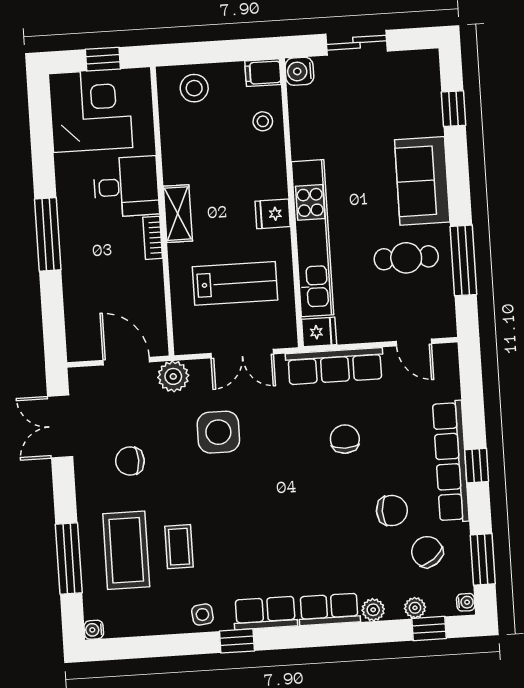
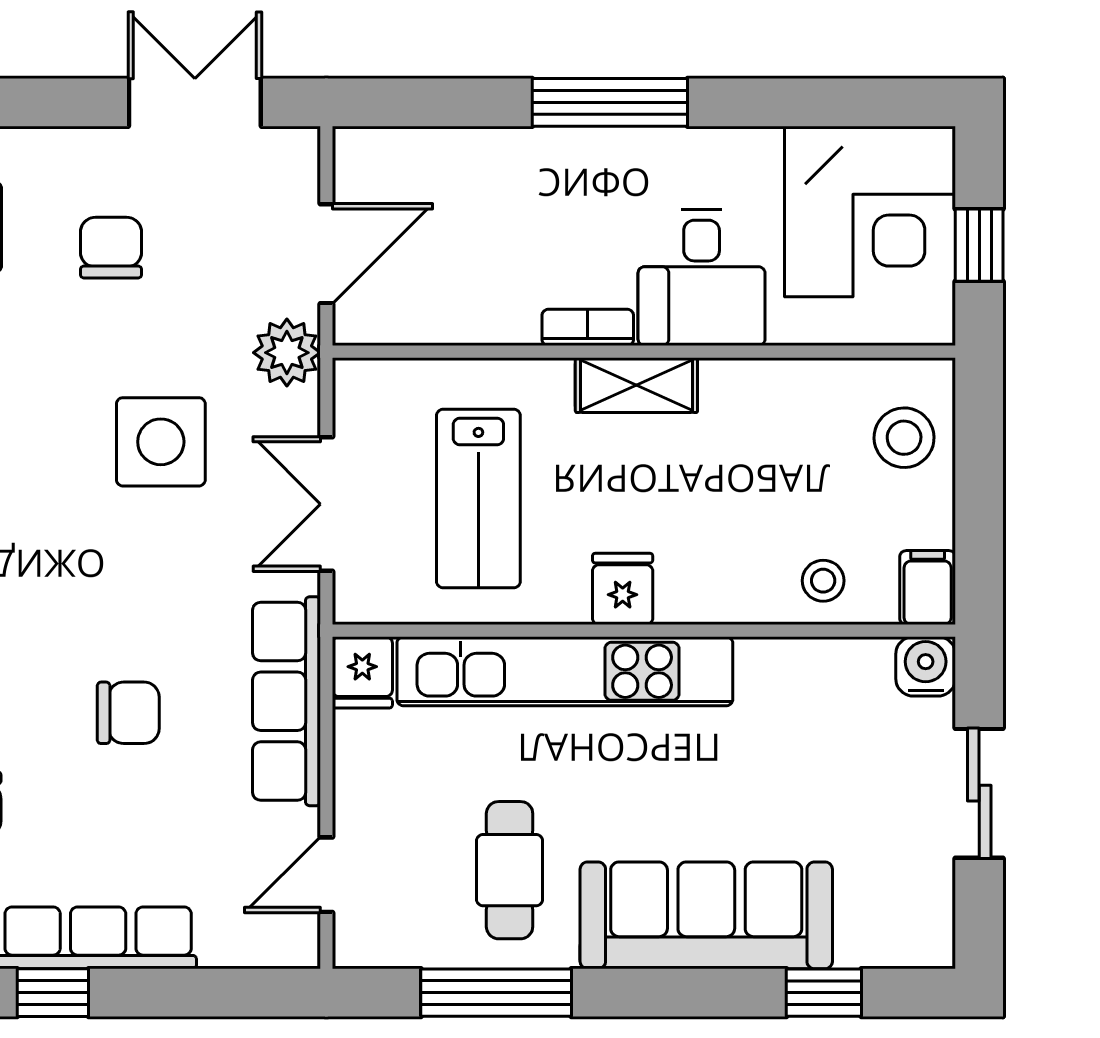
sofa: (422, 181) -> (706, 915), width x1.36

